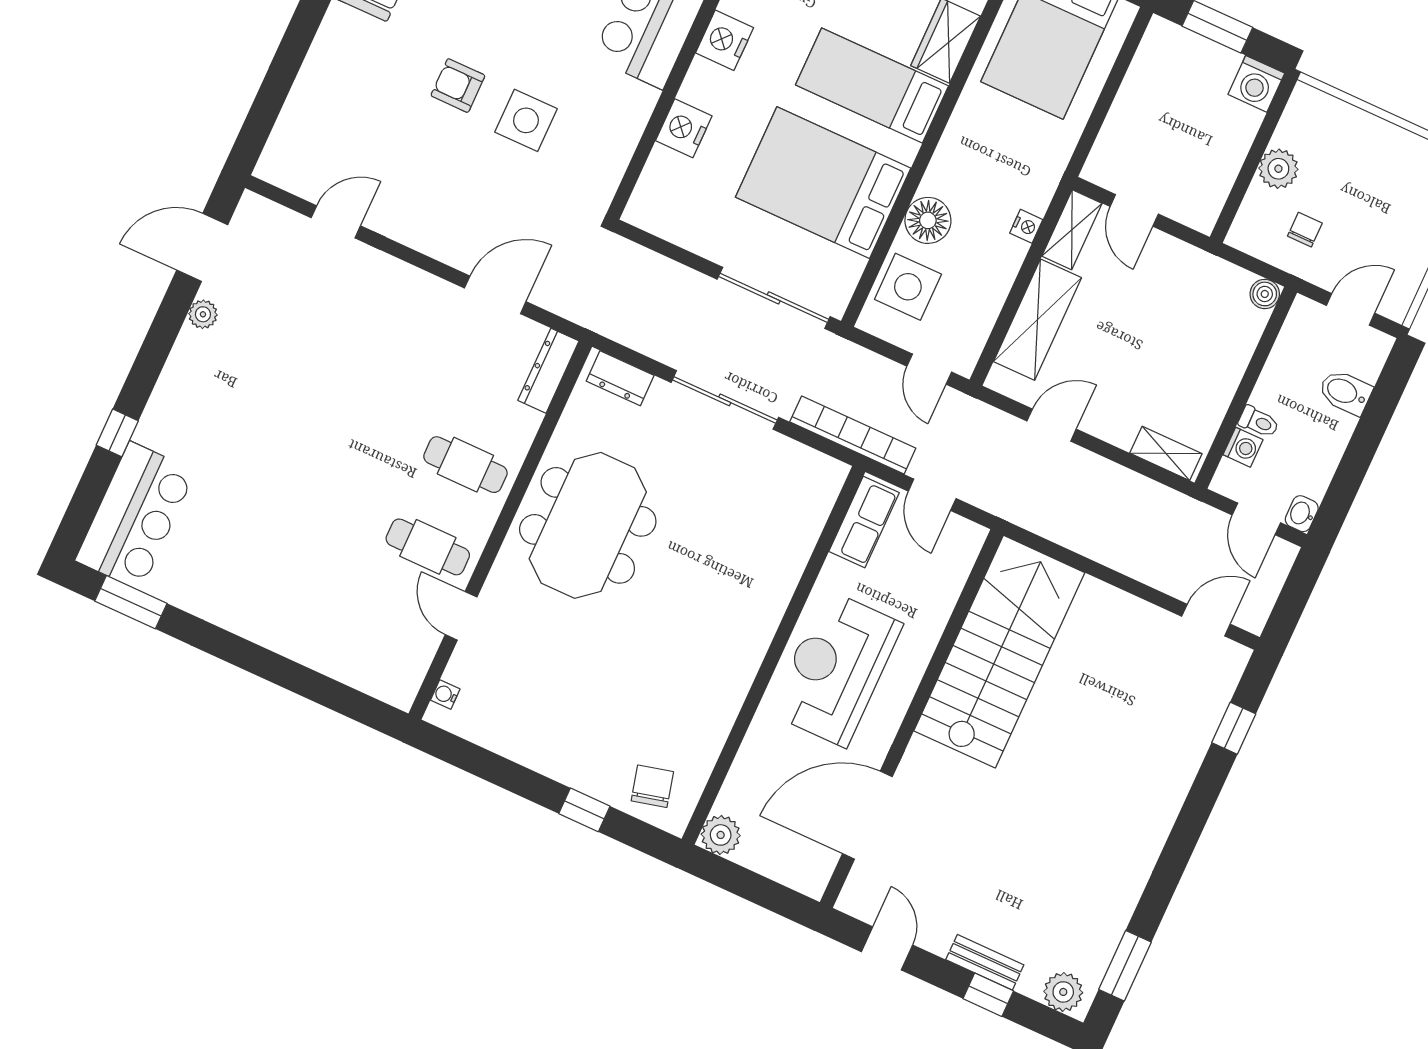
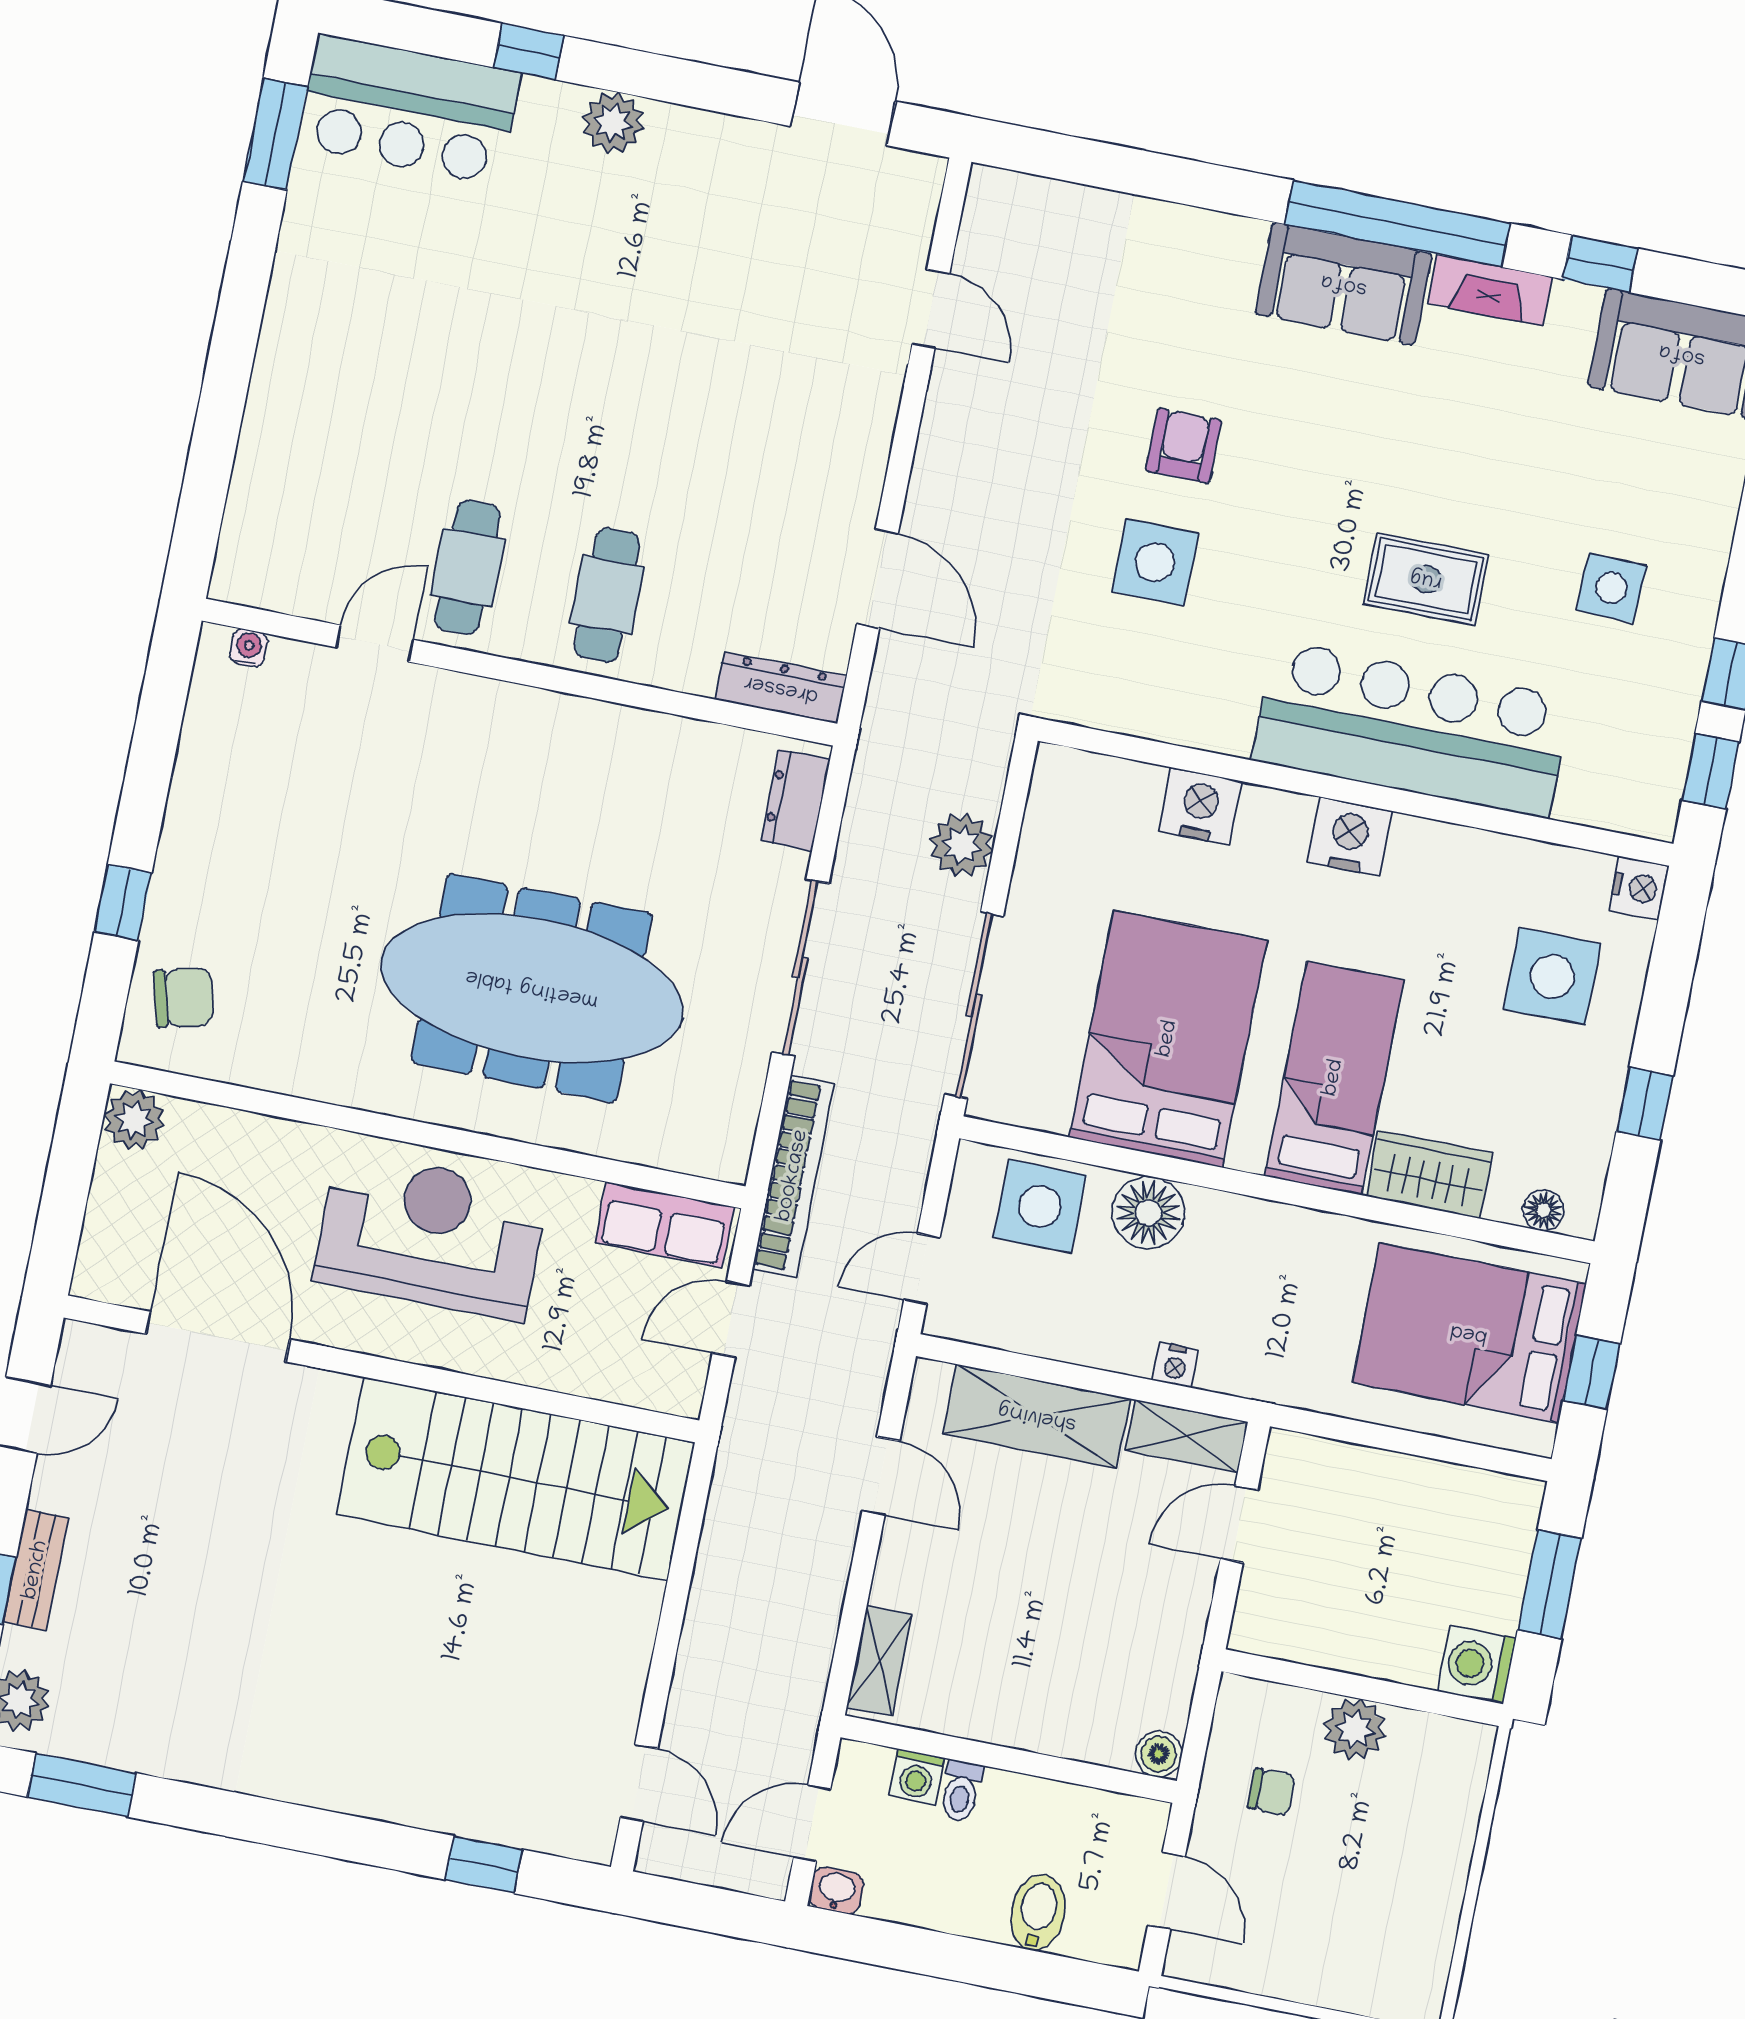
plant: (673, 282) -> (962, 845), added
plant: (203, 314) -> (613, 123), moved, width x1.38, depth x1.38
meeting table: (588, 525) -> (532, 988), moved, width x1.36

